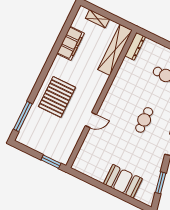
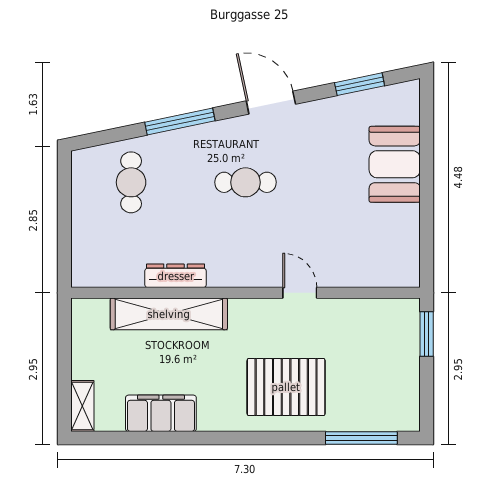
shelving: (97, 19) -> (82, 406), moved
dresser: (135, 46) -> (176, 276), moved
shelving: (115, 50) -> (169, 314), moved

